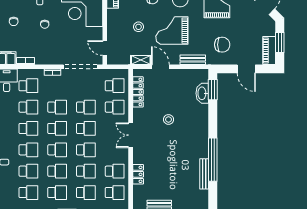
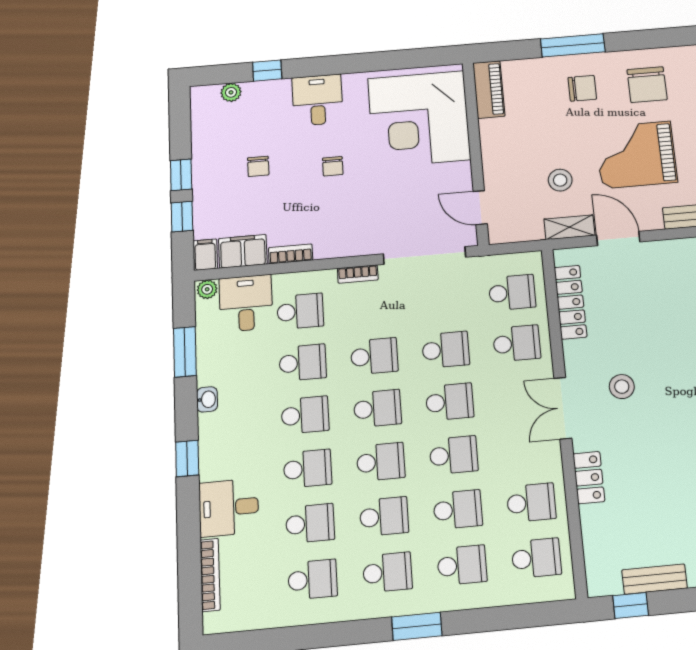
stool: (138, 27) -> (560, 180), moved
stool: (169, 119) -> (622, 387), moved
locker: (138, 174) -> (589, 478), moved

